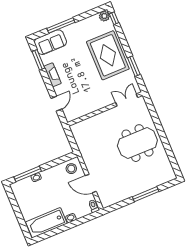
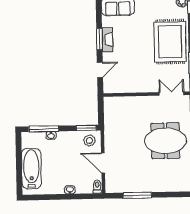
window: (38, 60) -> (99, 39), moved
window: (64, 159) -> (86, 128), added
window: (146, 194) -> (137, 195), moved
bathtub: (46, 223) -> (31, 169), moved, turned 90

